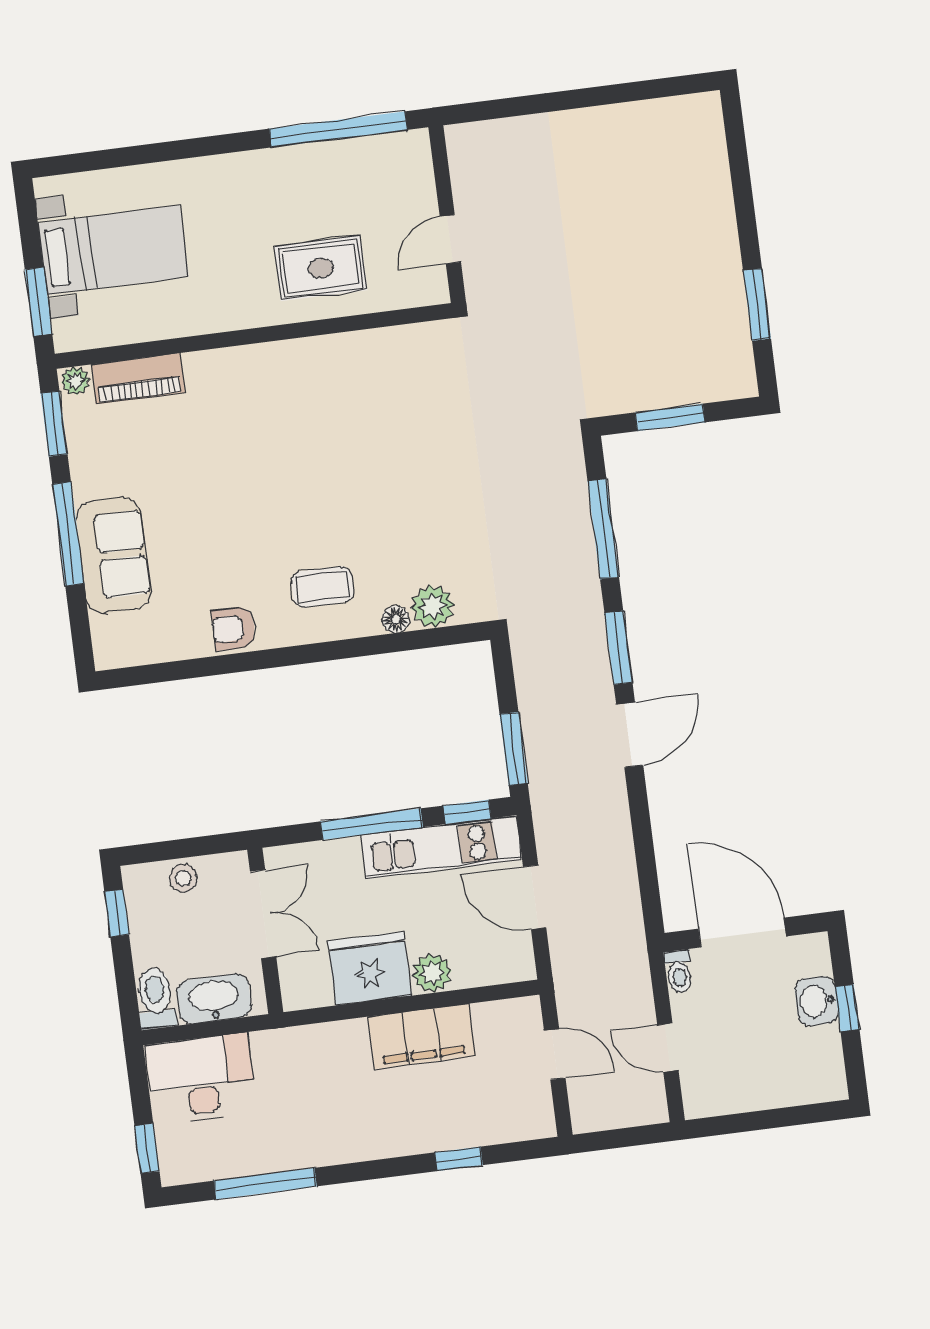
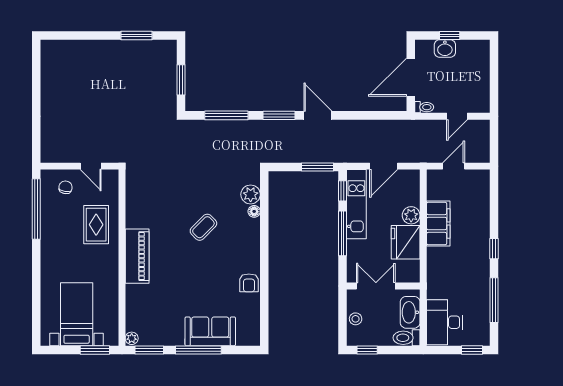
chair: (395, 189) -> (66, 187), added
piano: (138, 379) -> (137, 256), moved, width x1.37, depth x1.33
coffee table: (323, 587) -> (203, 227), moved, turned 45
window: (459, 1159) -> (494, 249), moved

